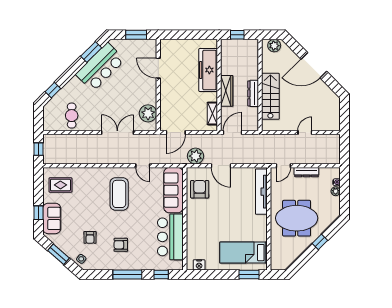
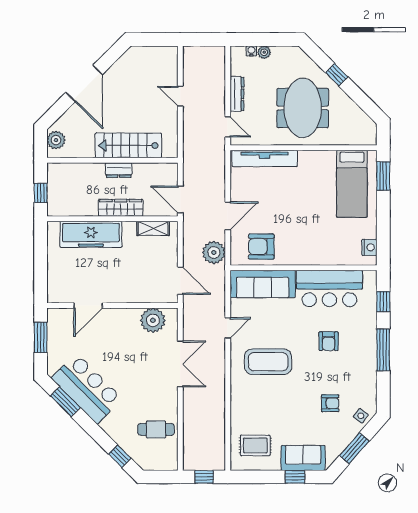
dresser: (253, 93) -> (119, 170), width x0.70
double door: (117, 133) -> (180, 364), swing flipped
rug: (60, 185) -> (255, 445), turned 90
armchair: (121, 245) -> (329, 341), moved

